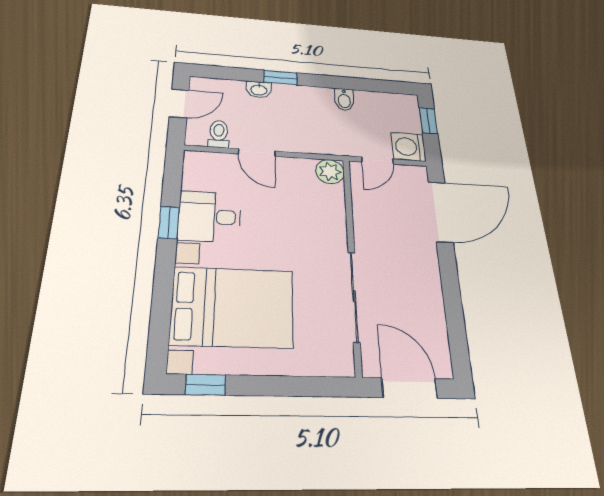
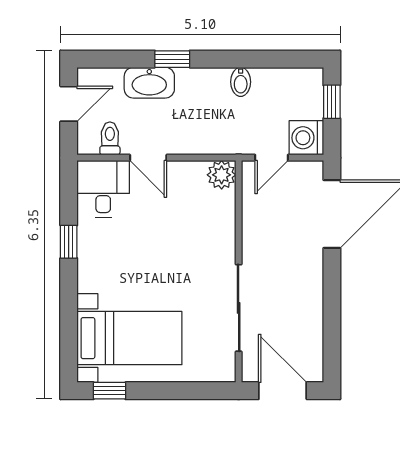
washbasin: (259, 90) -> (149, 83), width x1.91, depth x1.45
desk: (209, 217) -> (103, 189), moved, turned 90
bed with nightstands: (233, 307) -> (129, 338), width x0.73

